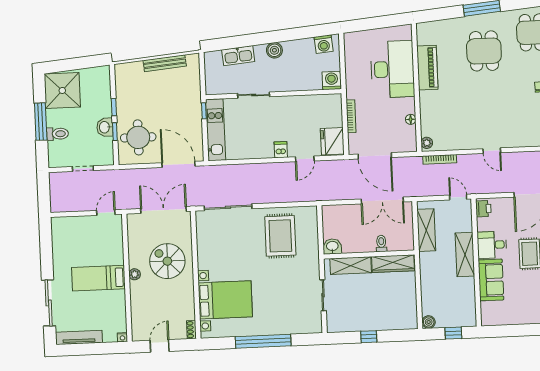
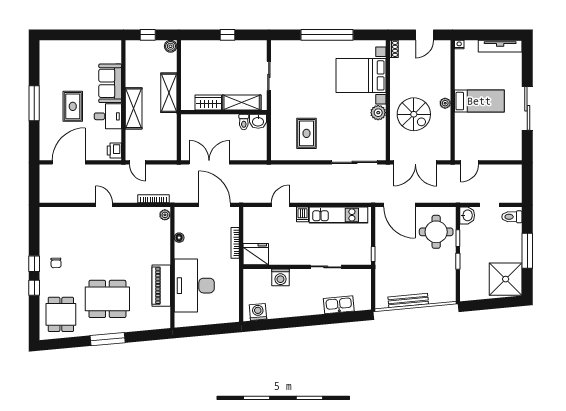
boiler: (274, 50) -> (304, 308), removed
dining table: (484, 51) -> (107, 299), width x1.38
washing machine: (332, 80) -> (280, 277), moved
washbasin: (105, 127) -> (467, 215), moved
kitchen unit: (216, 130) -> (339, 215), moved, turned -90
toilet: (58, 134) -> (512, 217), moved
fridge: (332, 141) -> (256, 254), moved, turned -90
shelving: (426, 230) -> (169, 93), moved
rug: (280, 236) -> (307, 133), width x0.73, depth x0.70
toilet: (381, 244) -> (244, 122), moved
plant: (205, 261) -> (378, 113), added
wardrobe: (393, 264) -> (208, 103), width x0.67
sliding door: (49, 303) -> (527, 108), moved

